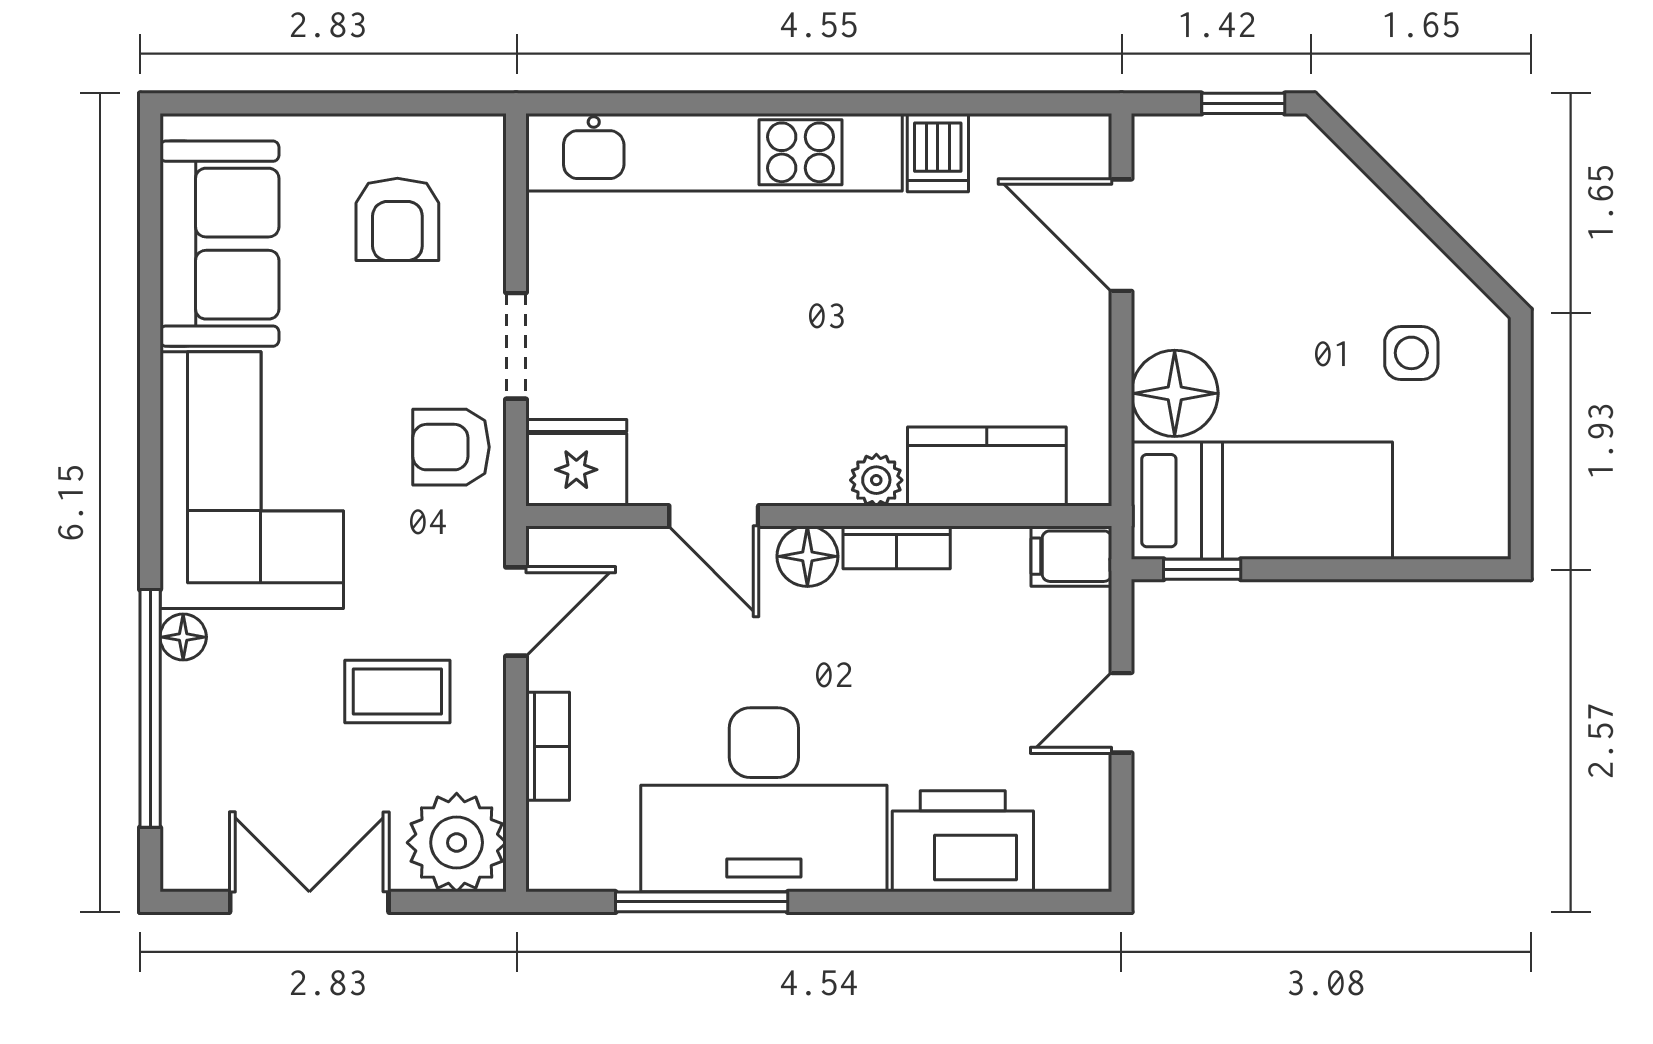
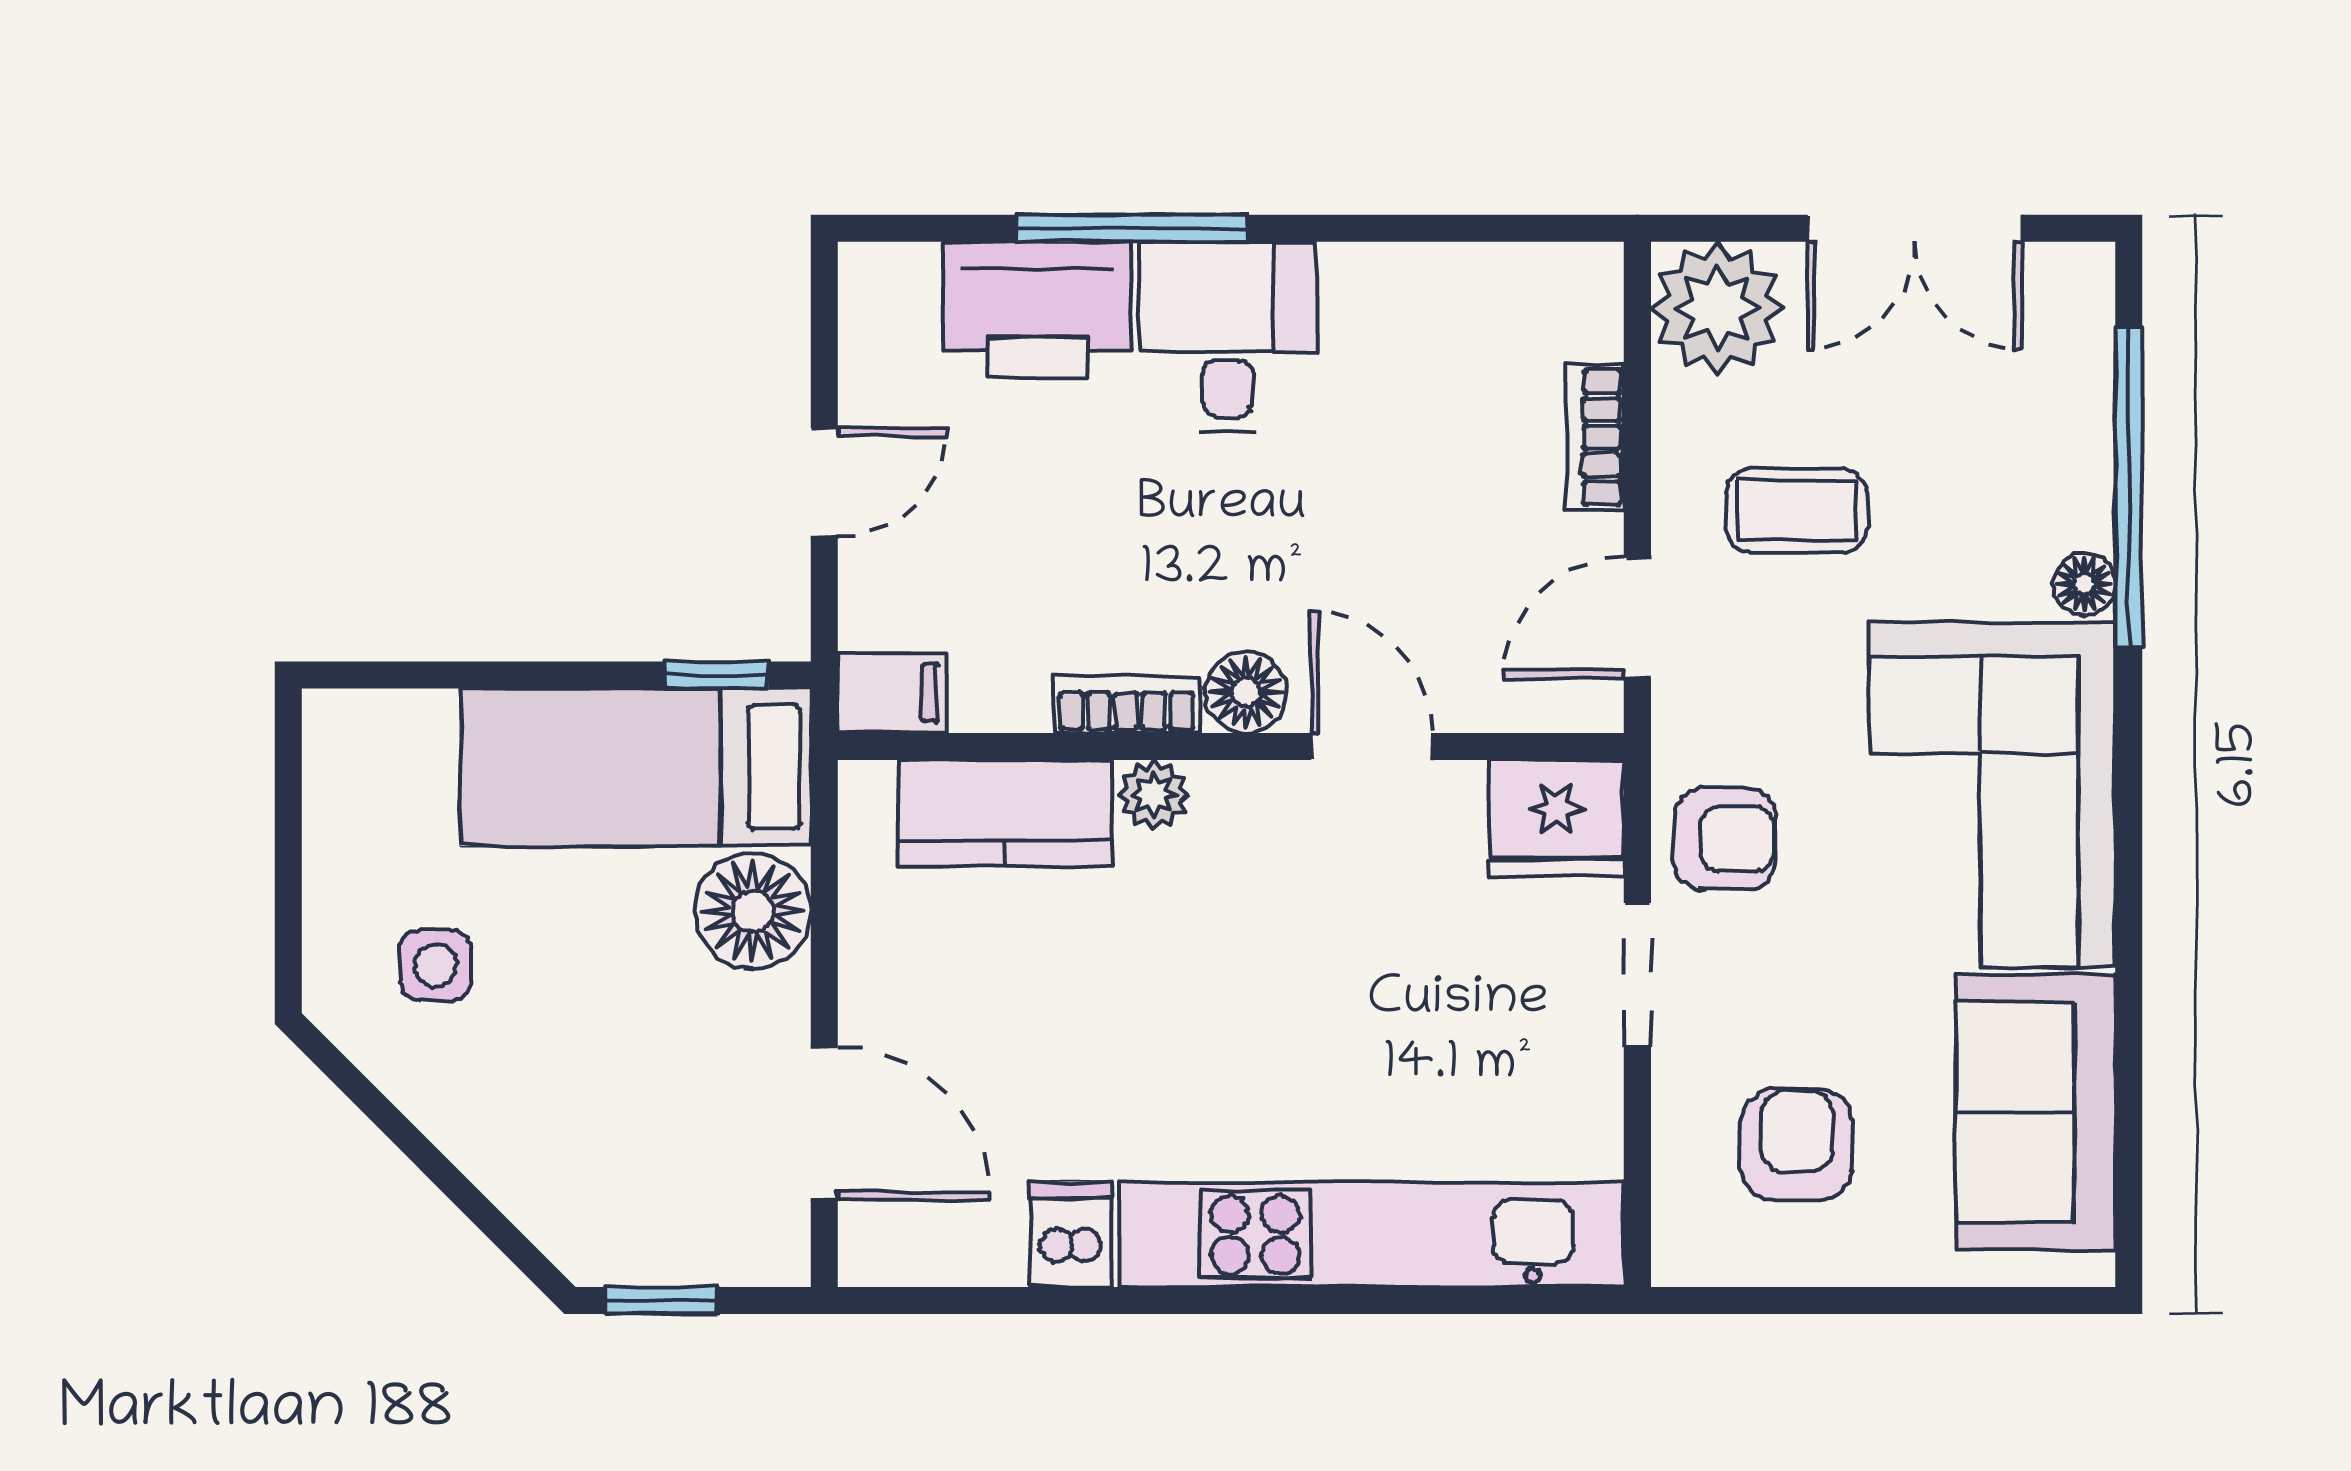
desk: (764, 800) -> (1228, 337), width x0.53, depth x0.77
window: (702, 902) -> (1132, 228), moved

